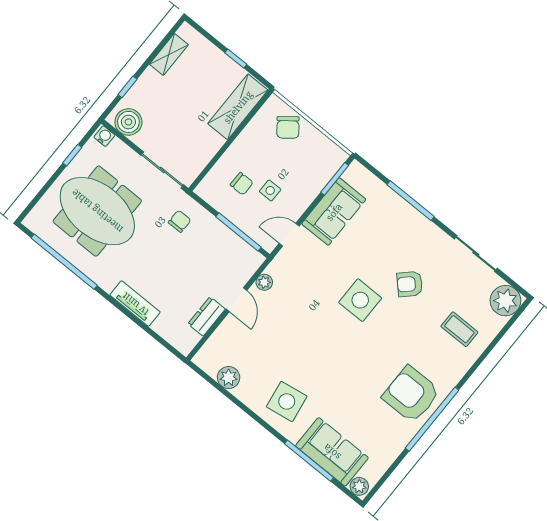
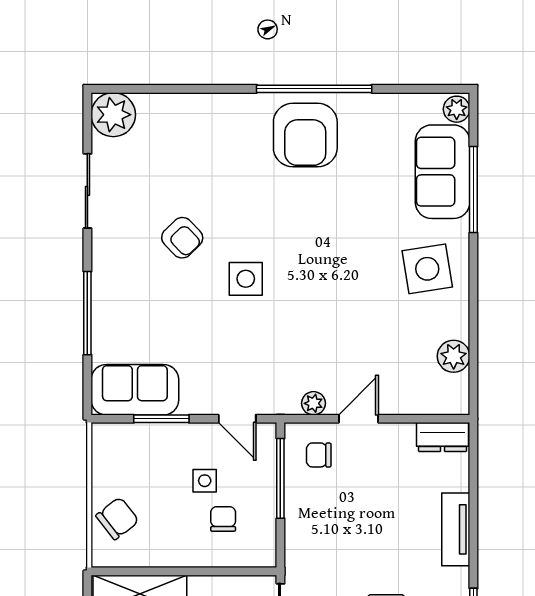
window: (335, 179) -> (161, 419), moved
sofa: (334, 212) -> (135, 390), moved
chair: (180, 221) -> (319, 455), moved
side table: (360, 300) -> (246, 279), width x0.73, depth x0.73
dresser: (207, 316) -> (443, 437), moved
coffee table: (459, 329) -> (188, 140), removed

